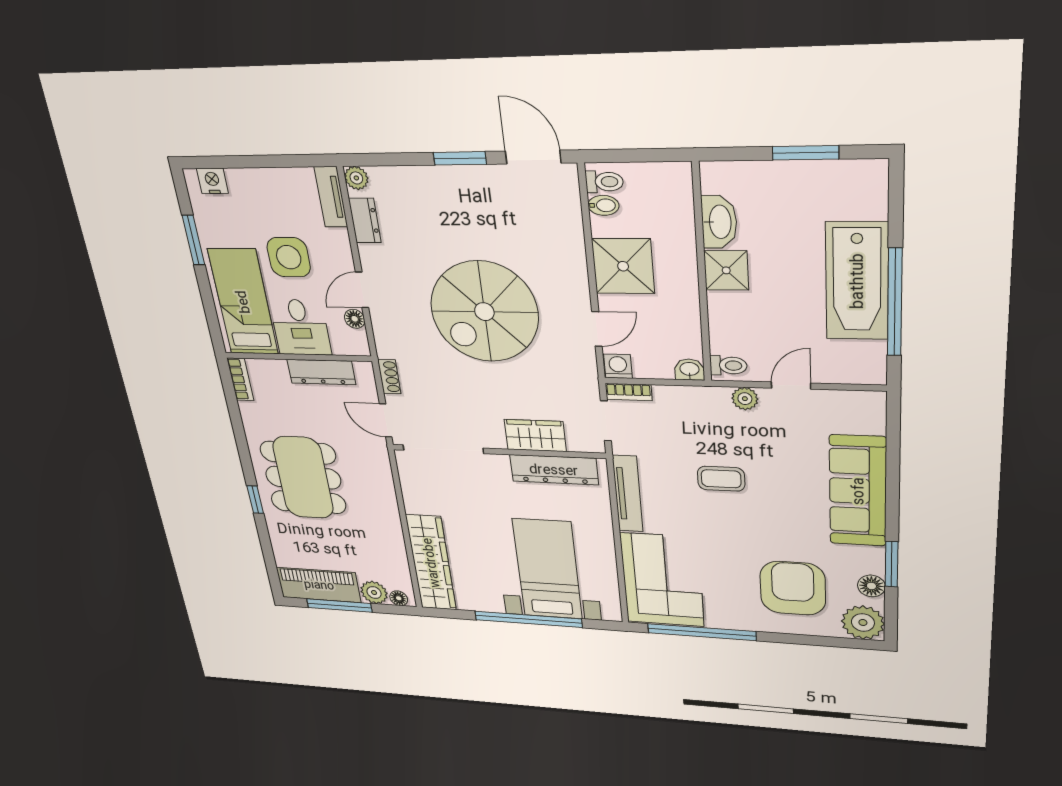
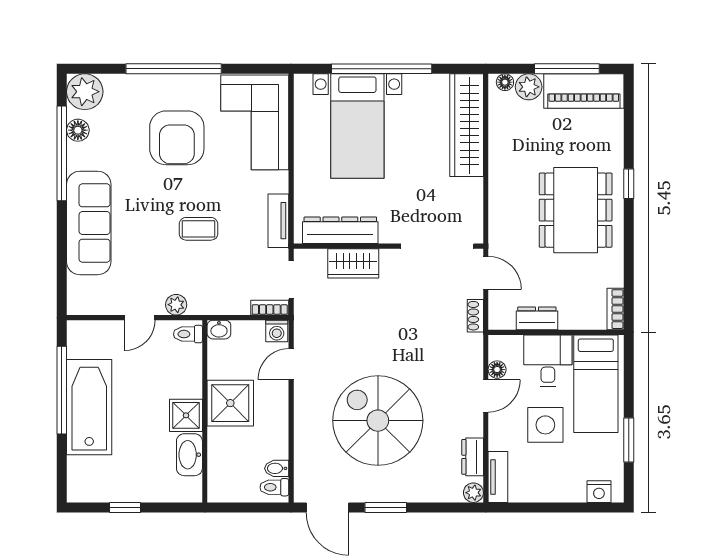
window: (805, 153) -> (125, 507), width x0.67
shower: (623, 266) -> (230, 403), moved
spiral stairs: (484, 312) -> (378, 421), moved, turned -90
dresser: (321, 372) -> (537, 318), width x0.70
tv unit: (628, 494) -> (278, 221), width x0.71
window: (892, 564) -> (62, 153), width x2.11
armchair: (793, 588) -> (177, 138), moved
window: (702, 632) -> (174, 69), moved

